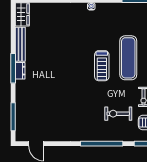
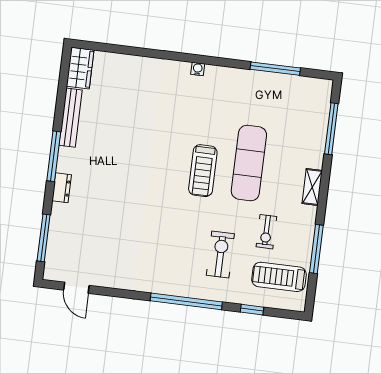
dresser: (20, 71) -> (62, 188), moved
exercise bike: (118, 114) -> (220, 254), turned 90

